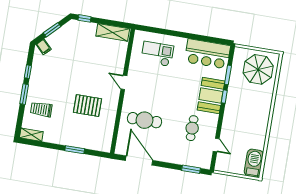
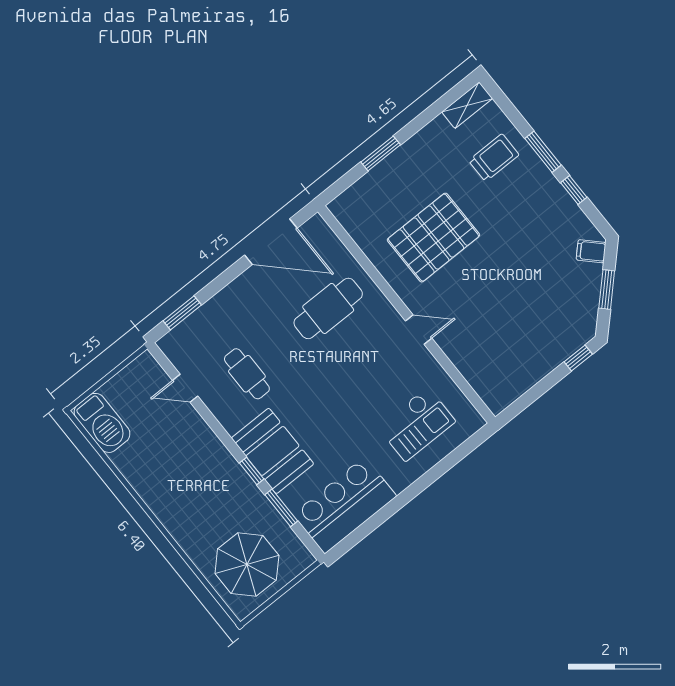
shelving: (113, 32) -> (515, 383), removed
pallet: (87, 106) -> (433, 238), width x1.37, depth x1.41

